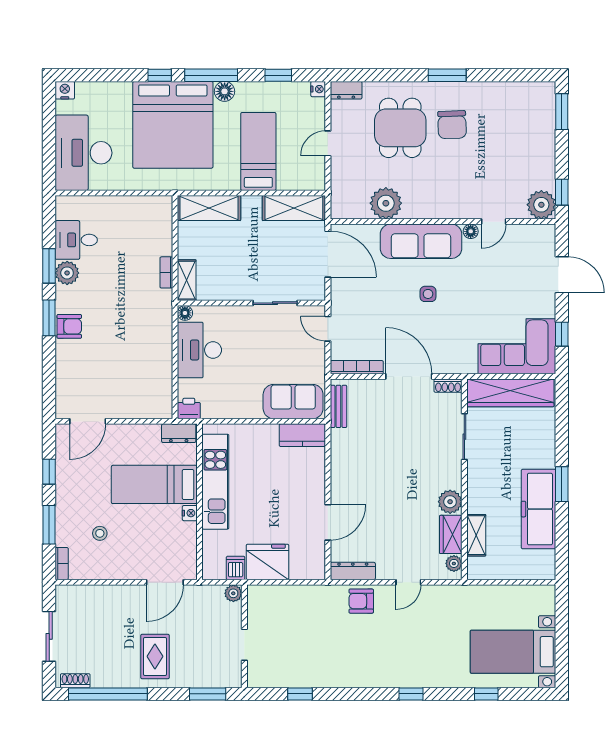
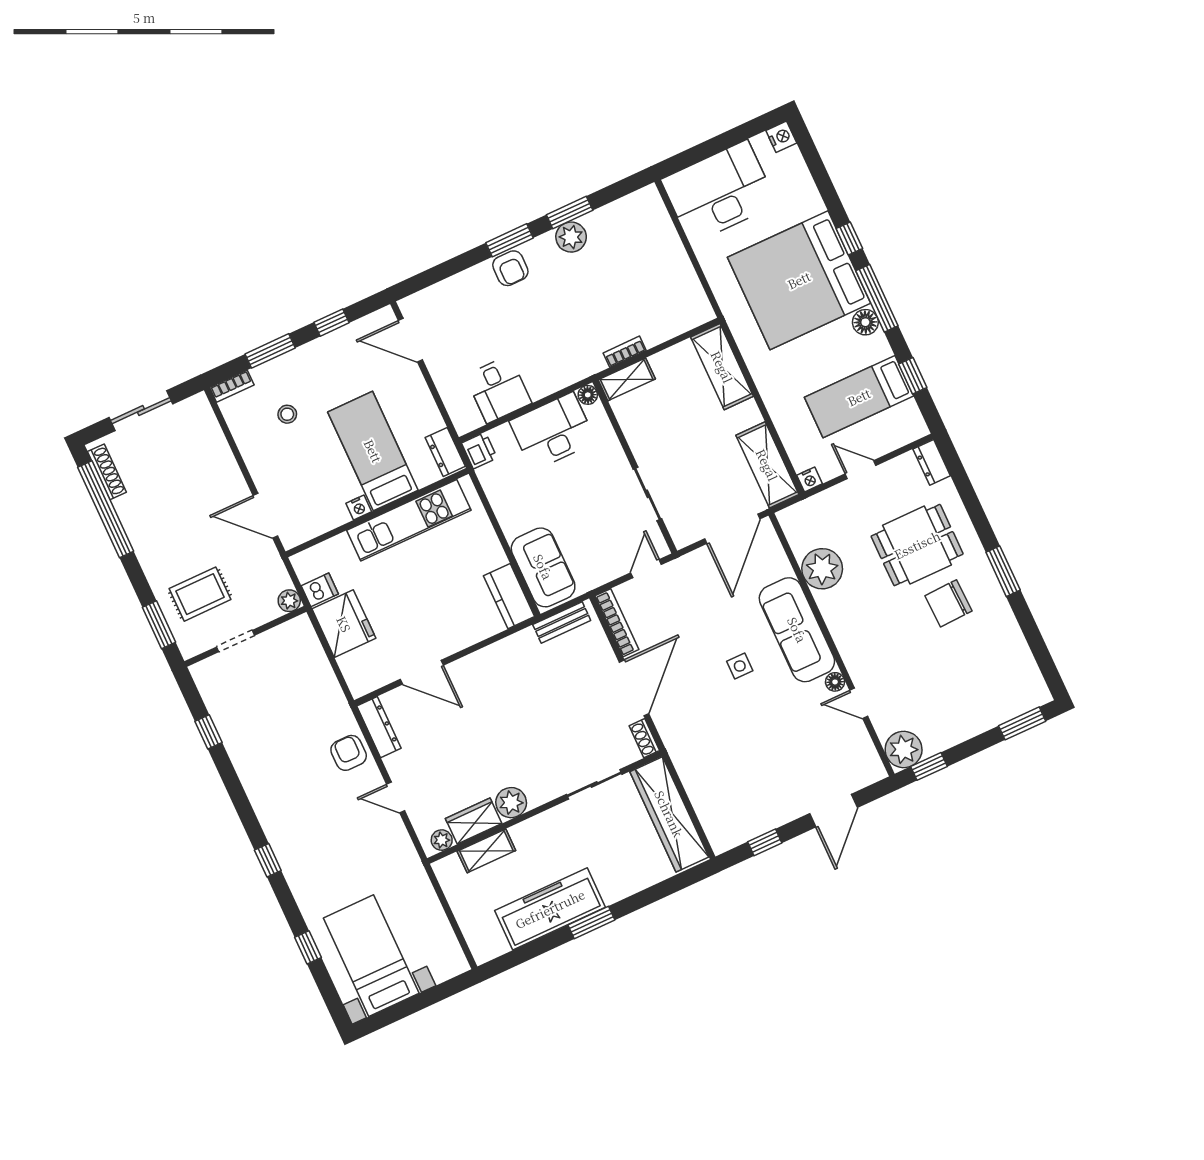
nightstand: (318, 89) -> (810, 479), moved
bed: (258, 151) -> (859, 397), moved, turned 180
desk: (76, 240) -> (498, 389), moved, turned 180
corner sofa: (517, 346) -> (727, 797), removed
rug: (155, 656) -> (200, 594), moved
shoe rack: (75, 681) -> (107, 472), width x1.43

